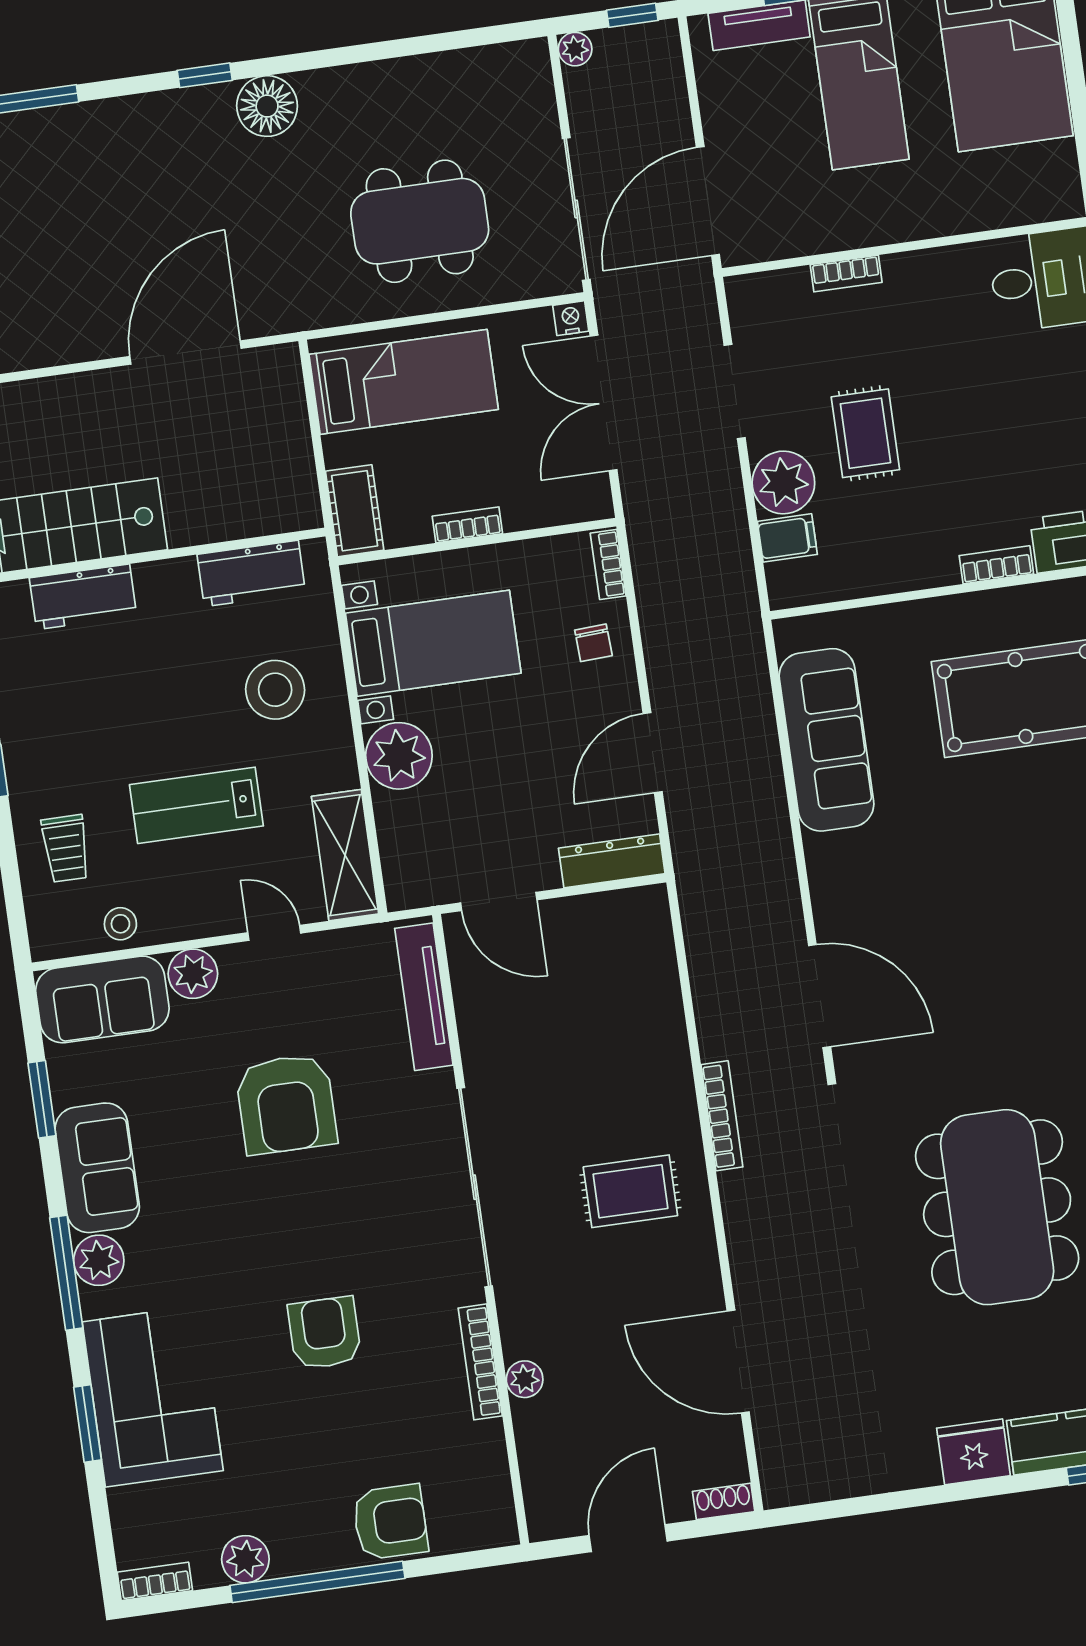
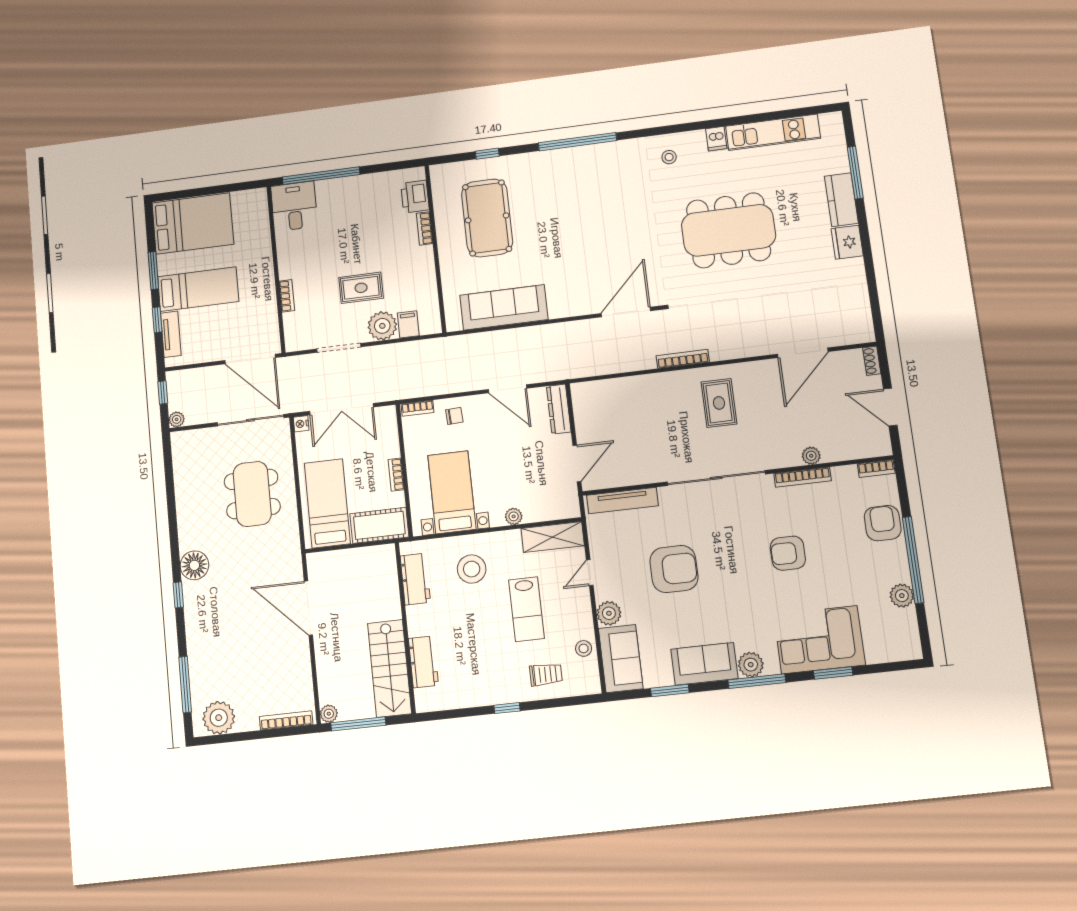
cot: (355, 511) -> (379, 525), width x1.37, depth x1.34
plant: (399, 756) -> (514, 516), width x0.53, depth x0.53
bookcase: (155, 1581) -> (876, 469), moved, turned -90

